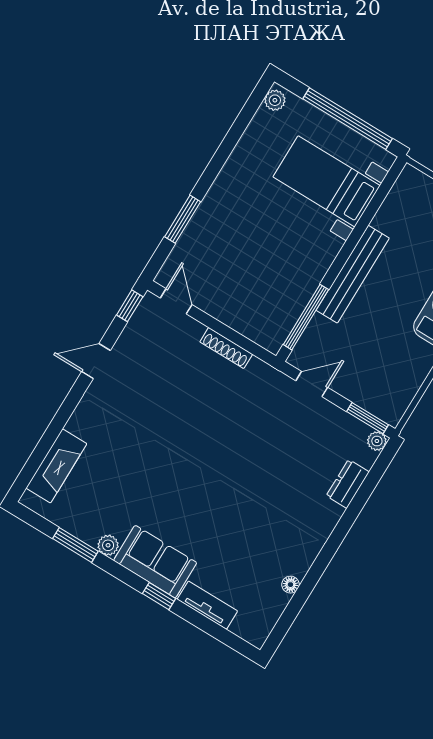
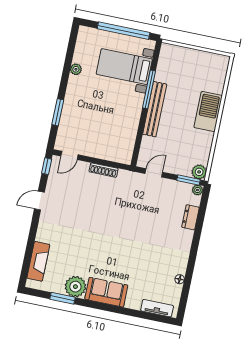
plant: (275, 100) -> (76, 69), moved
door: (176, 301) -> (69, 155), swing flipped
window: (306, 317) -> (149, 89), moved
plant: (391, 411) -> (199, 172), added
plant: (108, 545) -> (75, 287), width x1.88, depth x1.88
window: (159, 596) -> (115, 309), removed
tv unit: (207, 605) -> (157, 308), moved

